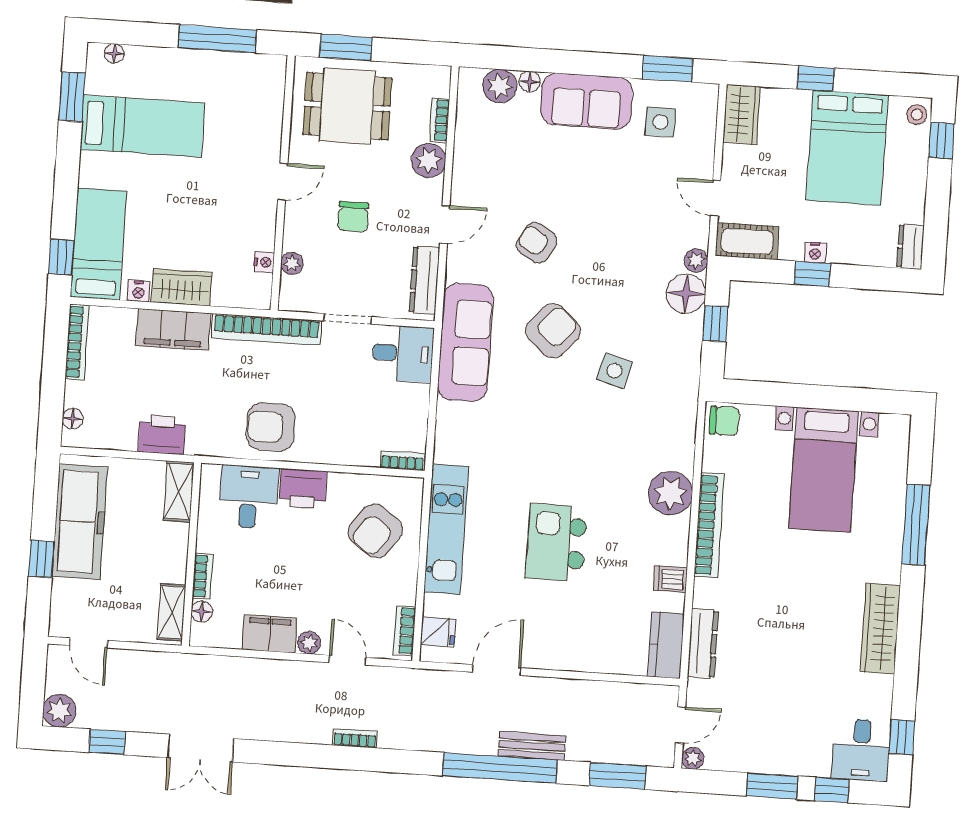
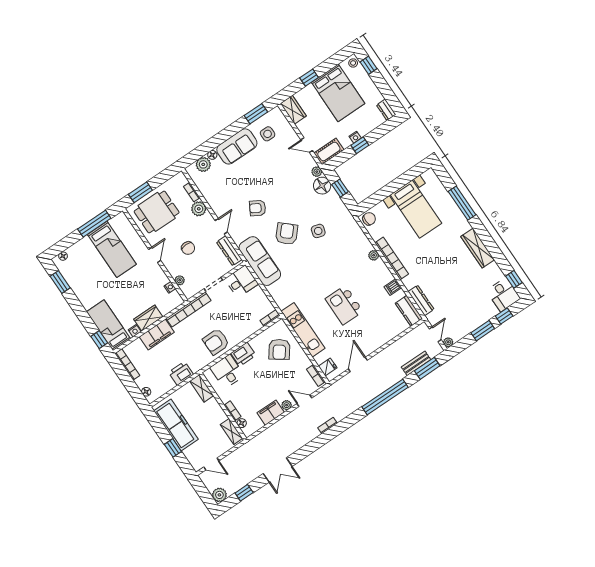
bed: (142, 126) -> (112, 249), moved, turned 90
plant: (671, 493) -> (374, 255), width x0.53, depth x0.53
bench: (532, 746) -> (416, 363), moved

